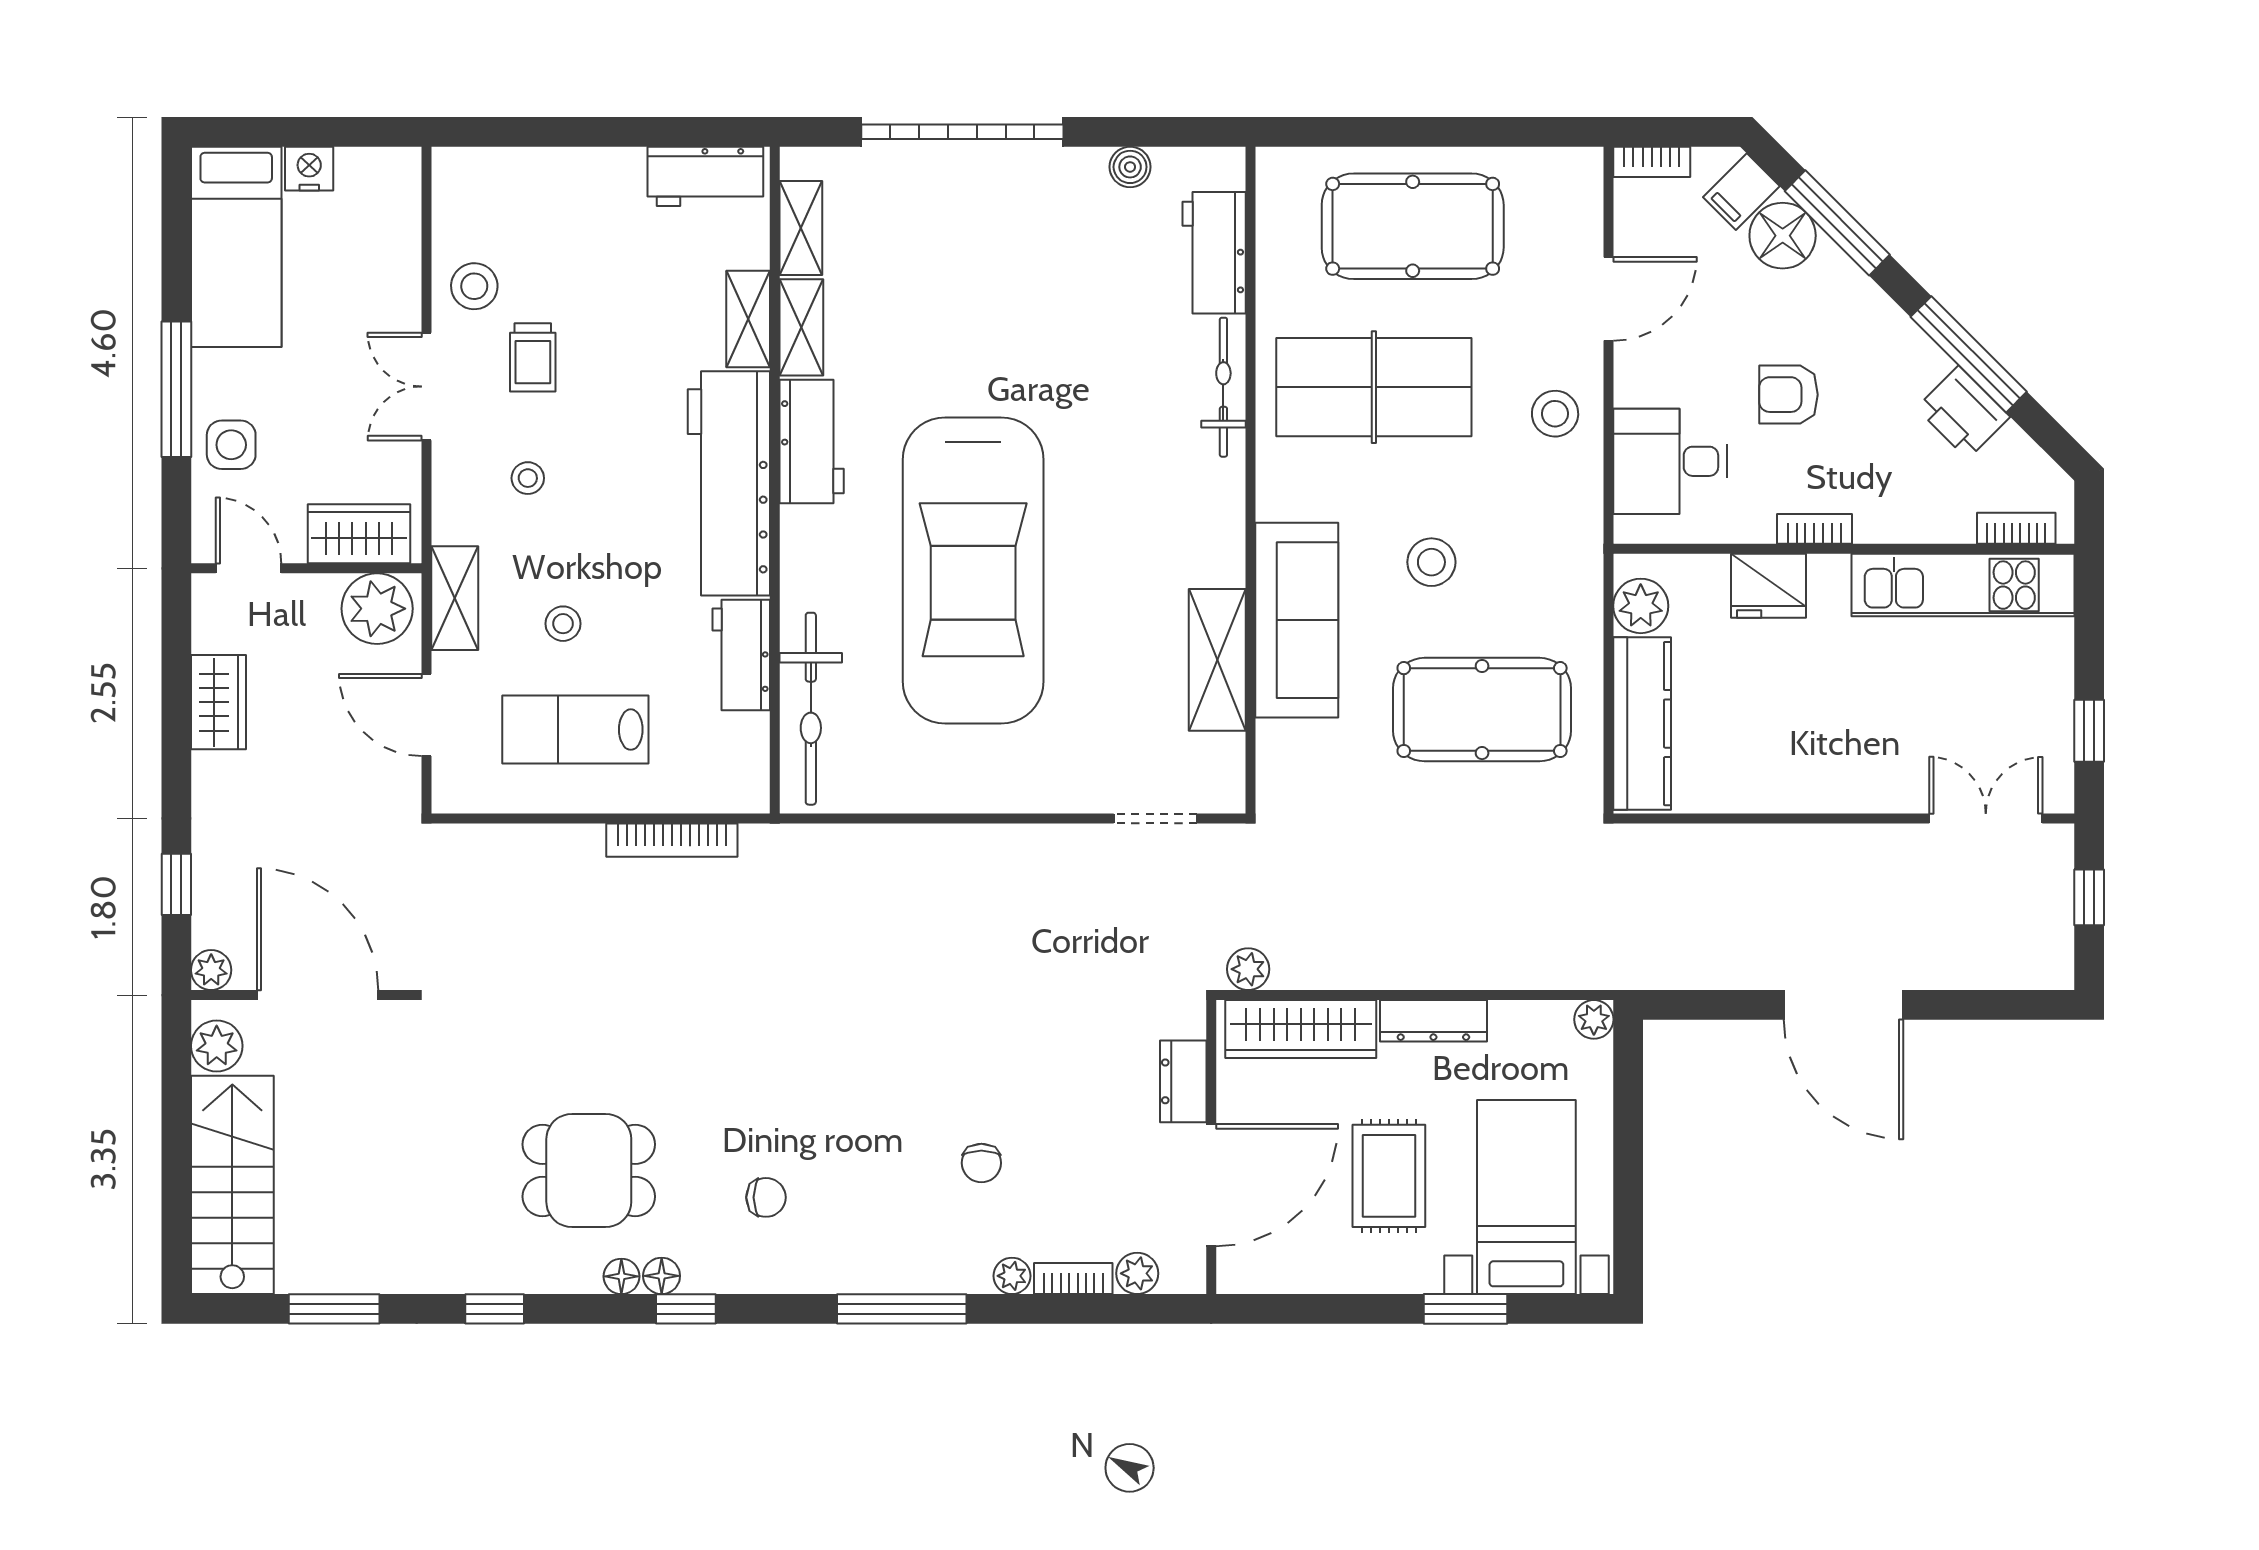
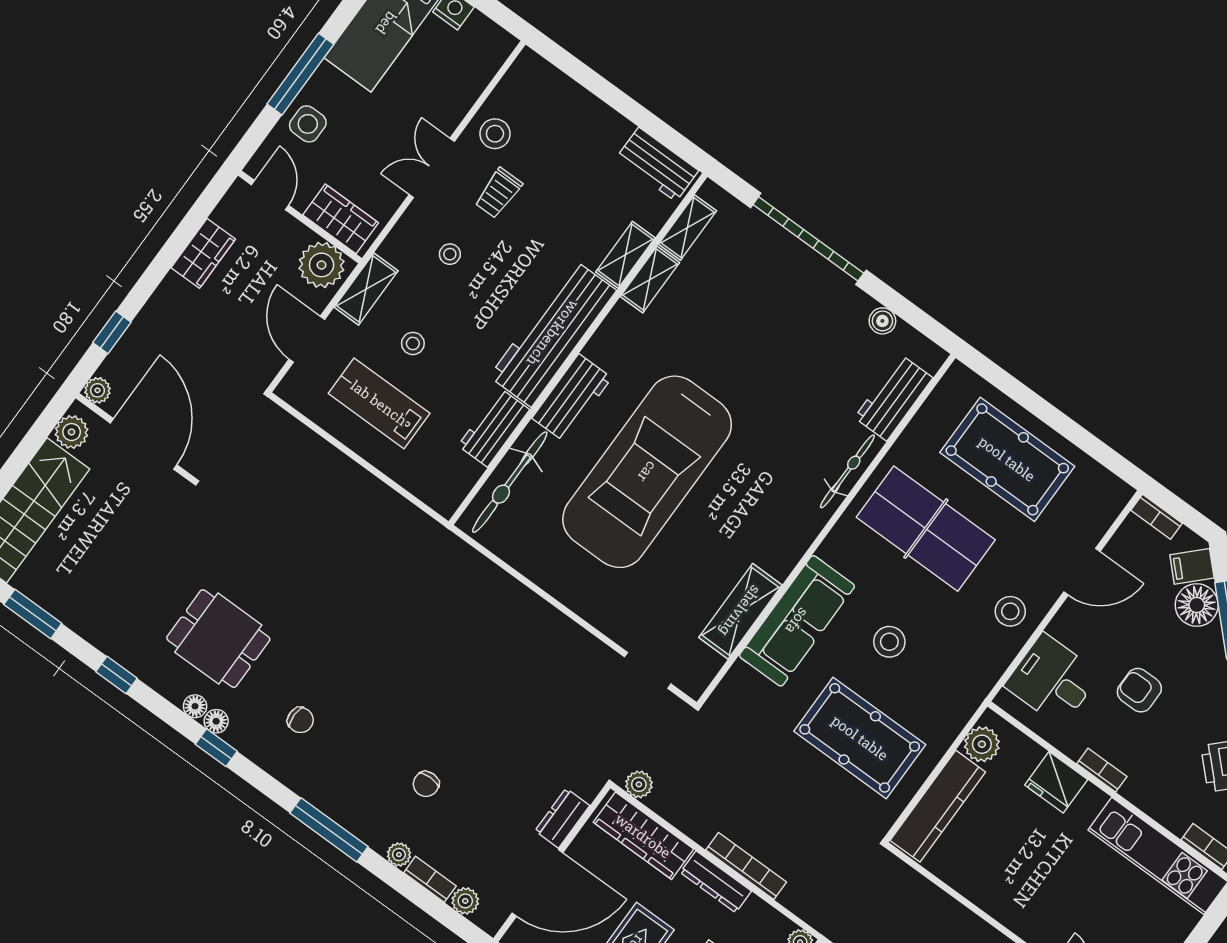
workbench: (812, 441) -> (572, 398), moved
bookcase: (672, 840) -> (746, 866), moved, turned 180

